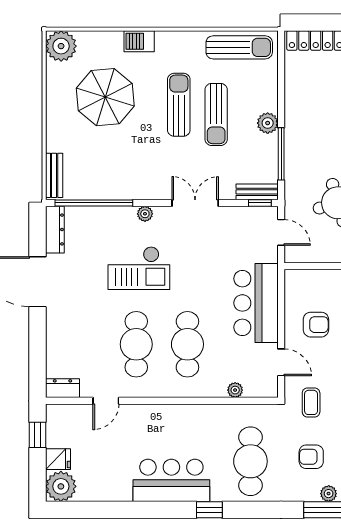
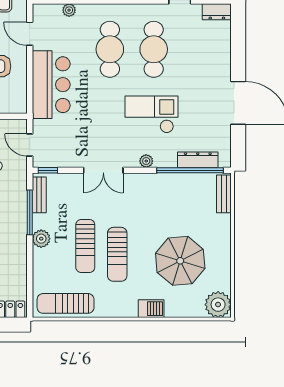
sun lounger: (216, 114) -> (85, 246), turned 180
bench: (257, 192) -> (39, 195), moved, turned 90
dresser: (55, 230) -> (198, 160), moved, turned 90

